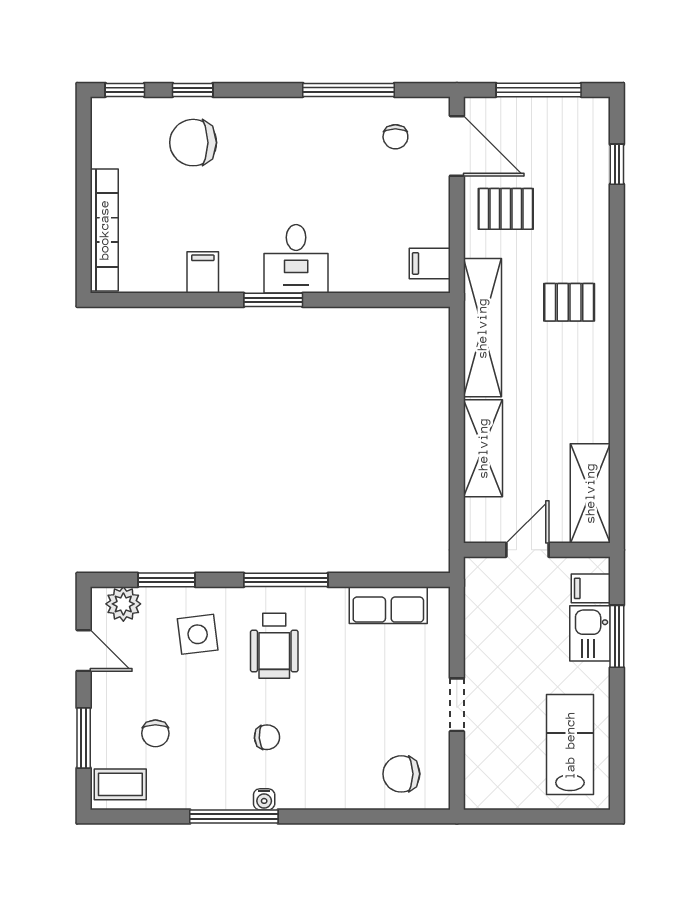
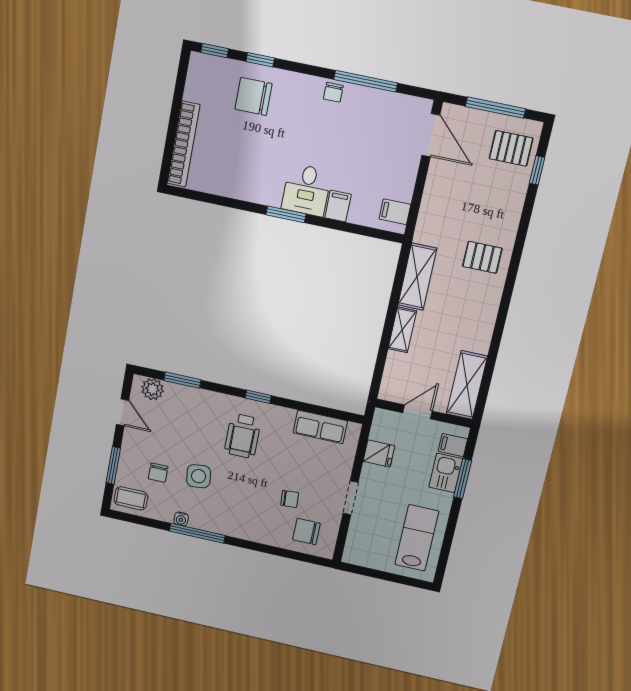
chair: (395, 137) -> (333, 92), moved
pallet: (506, 209) -> (511, 148), moved
filing cabinet: (203, 272) -> (338, 206), moved
shelving: (482, 328) -> (417, 277), width x0.68
shelving: (483, 448) -> (402, 330), width x0.67, depth x0.75
window: (286, 580) -> (258, 397), width x0.46
fridge: (485, 626) -> (379, 453), added
side table: (198, 634) -> (199, 476), moved
chair: (267, 737) -> (290, 499), moved
water cooler: (264, 799) -> (181, 519), moved

